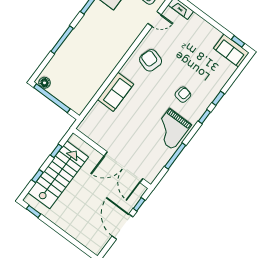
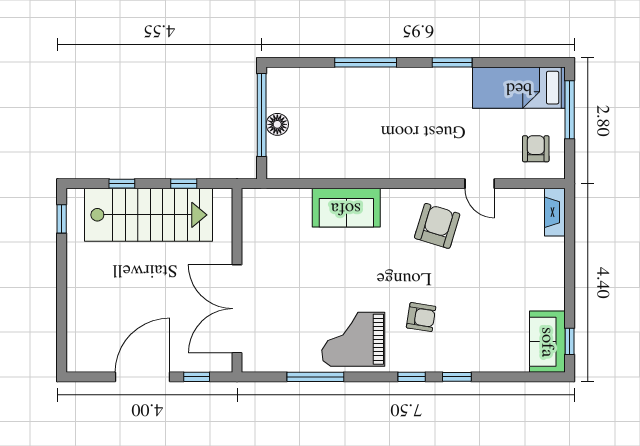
door: (155, 19) -> (480, 184), moved
floor lamp: (45, 83) -> (277, 124), moved

